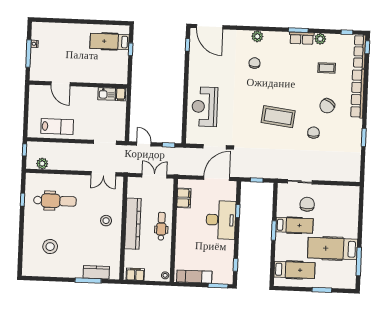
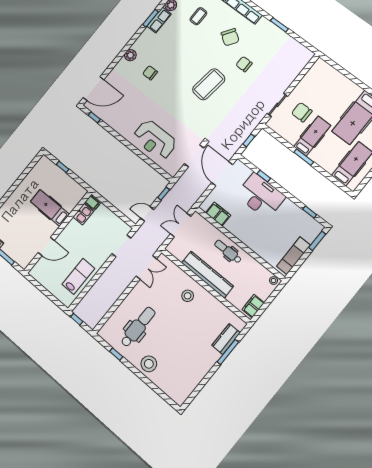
hospital bed: (110, 41) -> (50, 208), moved, turned 90
plant: (42, 164) -> (99, 313), removed
stool: (50, 247) -> (149, 364), moved

